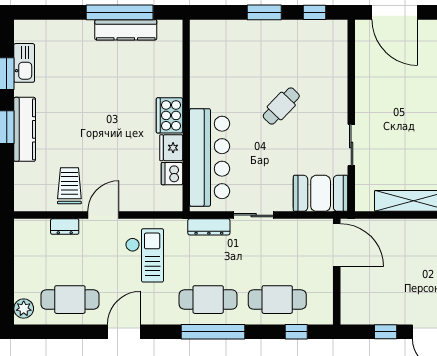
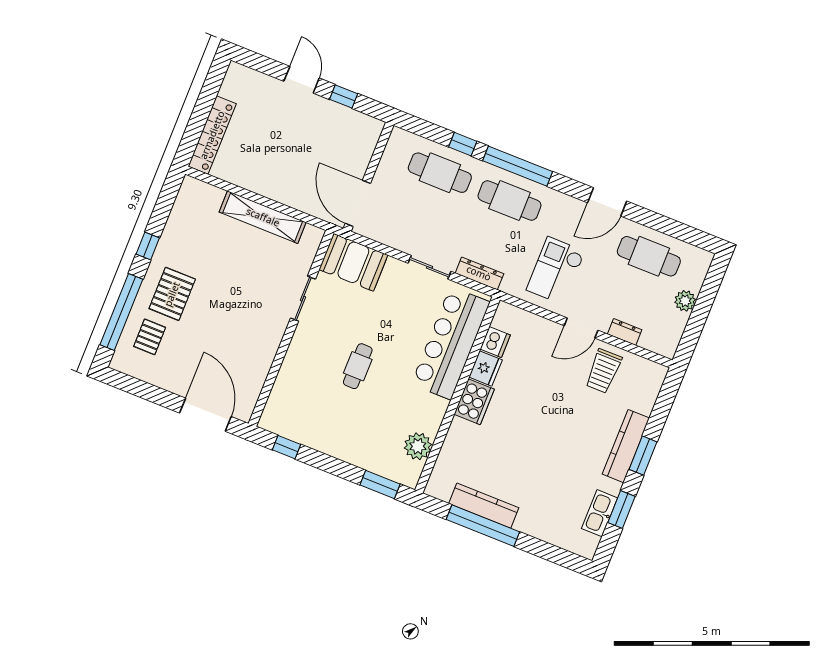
window: (264, 12) -> (380, 485), moved
plant: (202, 58) -> (418, 446), added
cafe table: (281, 106) -> (358, 366), turned -44
plant: (24, 309) -> (685, 301), moved
window: (296, 332) -> (463, 144), moved

